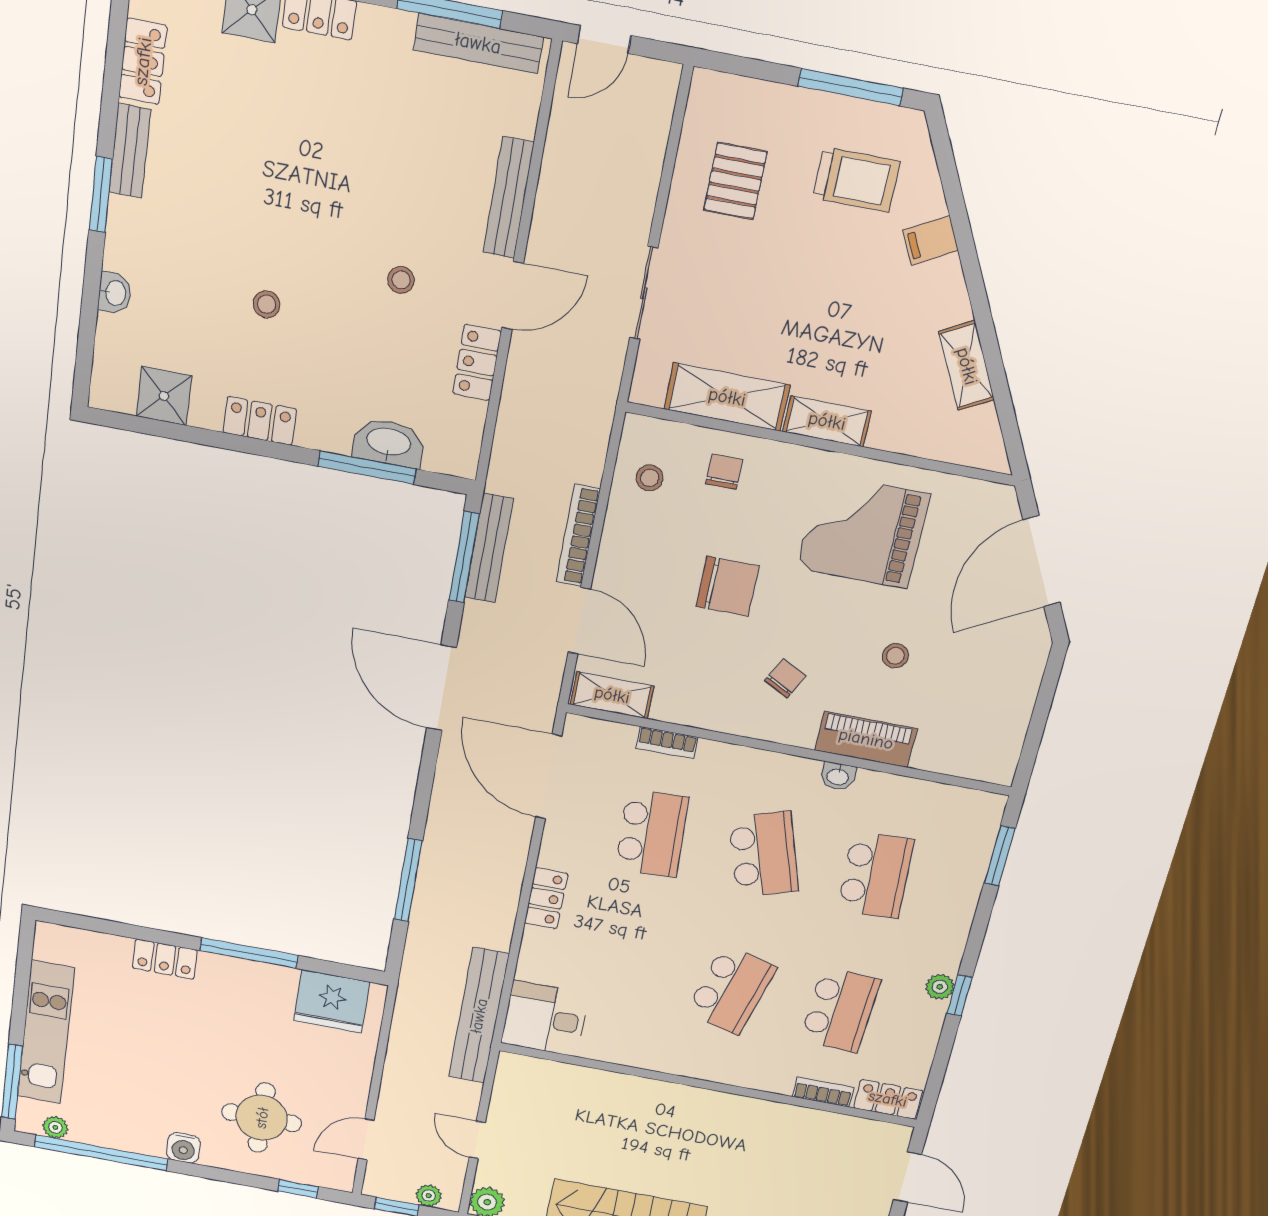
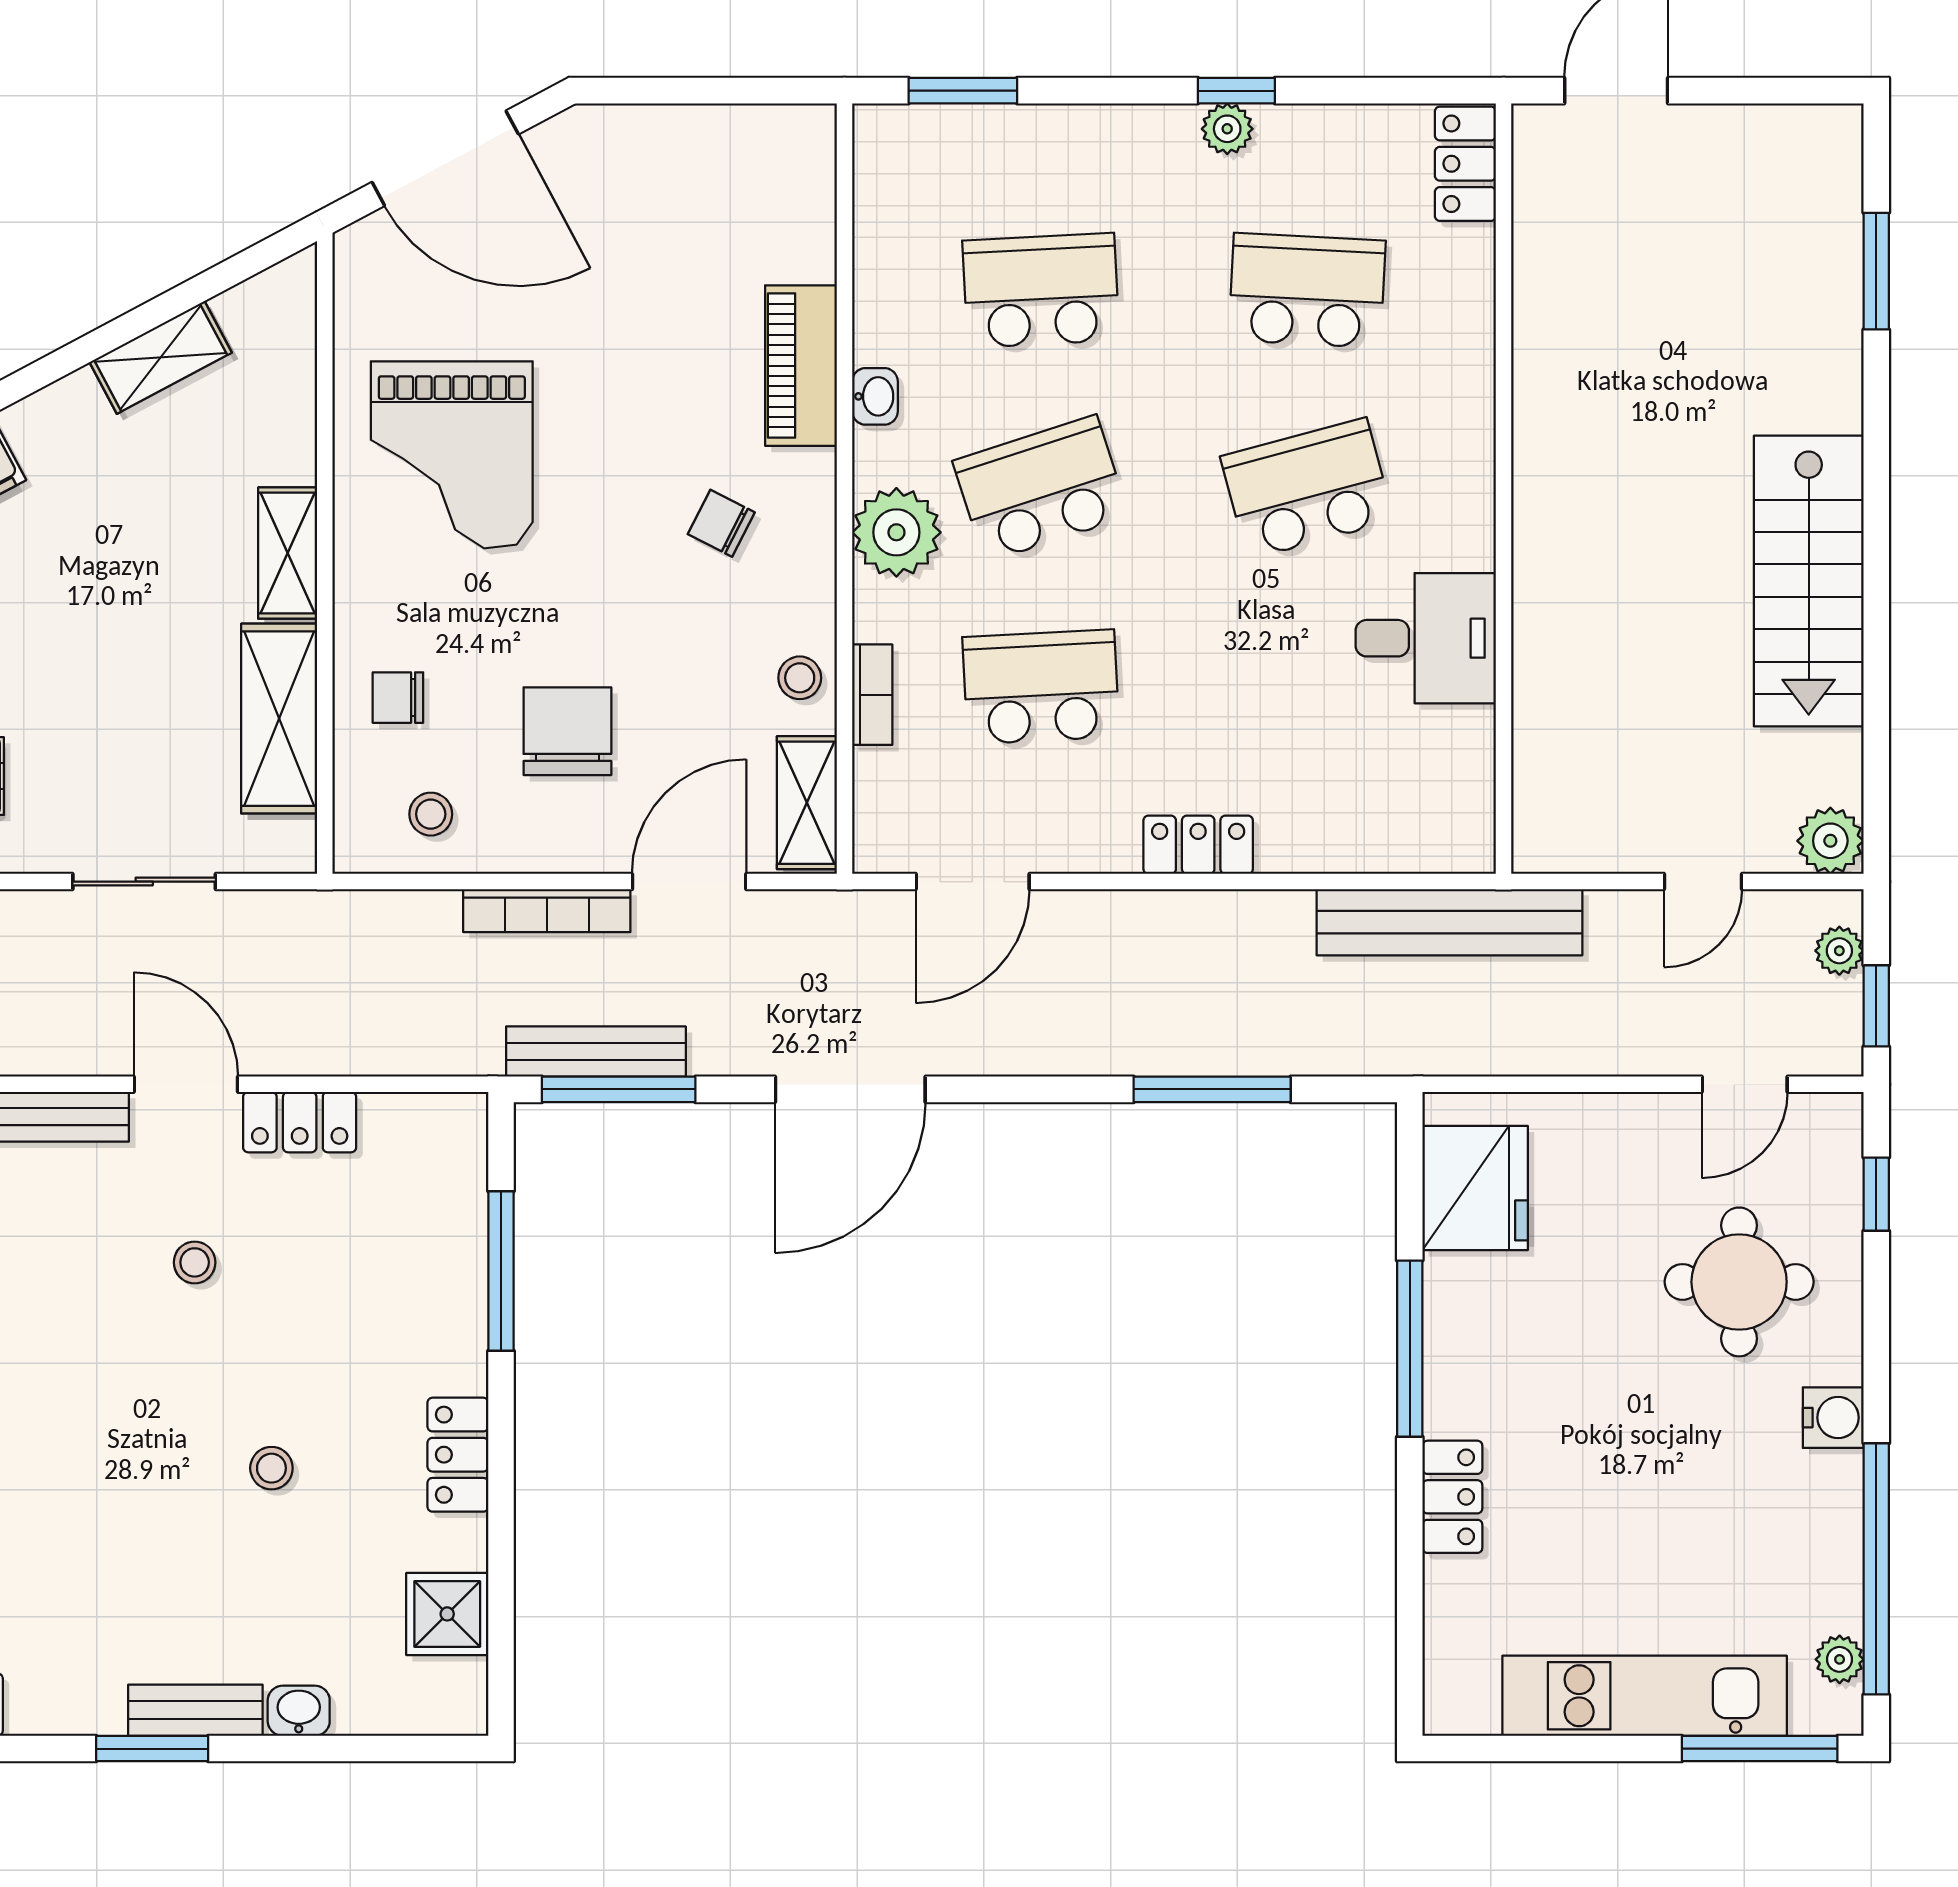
bench: (130, 151) -> (195, 1710), moved
washbasin: (389, 443) -> (454, 1242), removed
chair: (728, 586) -> (567, 731), moved
stool: (895, 656) -> (800, 678), moved
plant: (757, 773) -> (896, 532), added
door: (549, 777) -> (973, 882), width x0.73
school desk: (731, 990) -> (1307, 489), turned -30
desk: (545, 1019) -> (1426, 638), moved, turned -90
bookcase: (823, 1092) -> (1475, 282), removed
door: (366, 1139) -> (1745, 1084), hinge flipped

